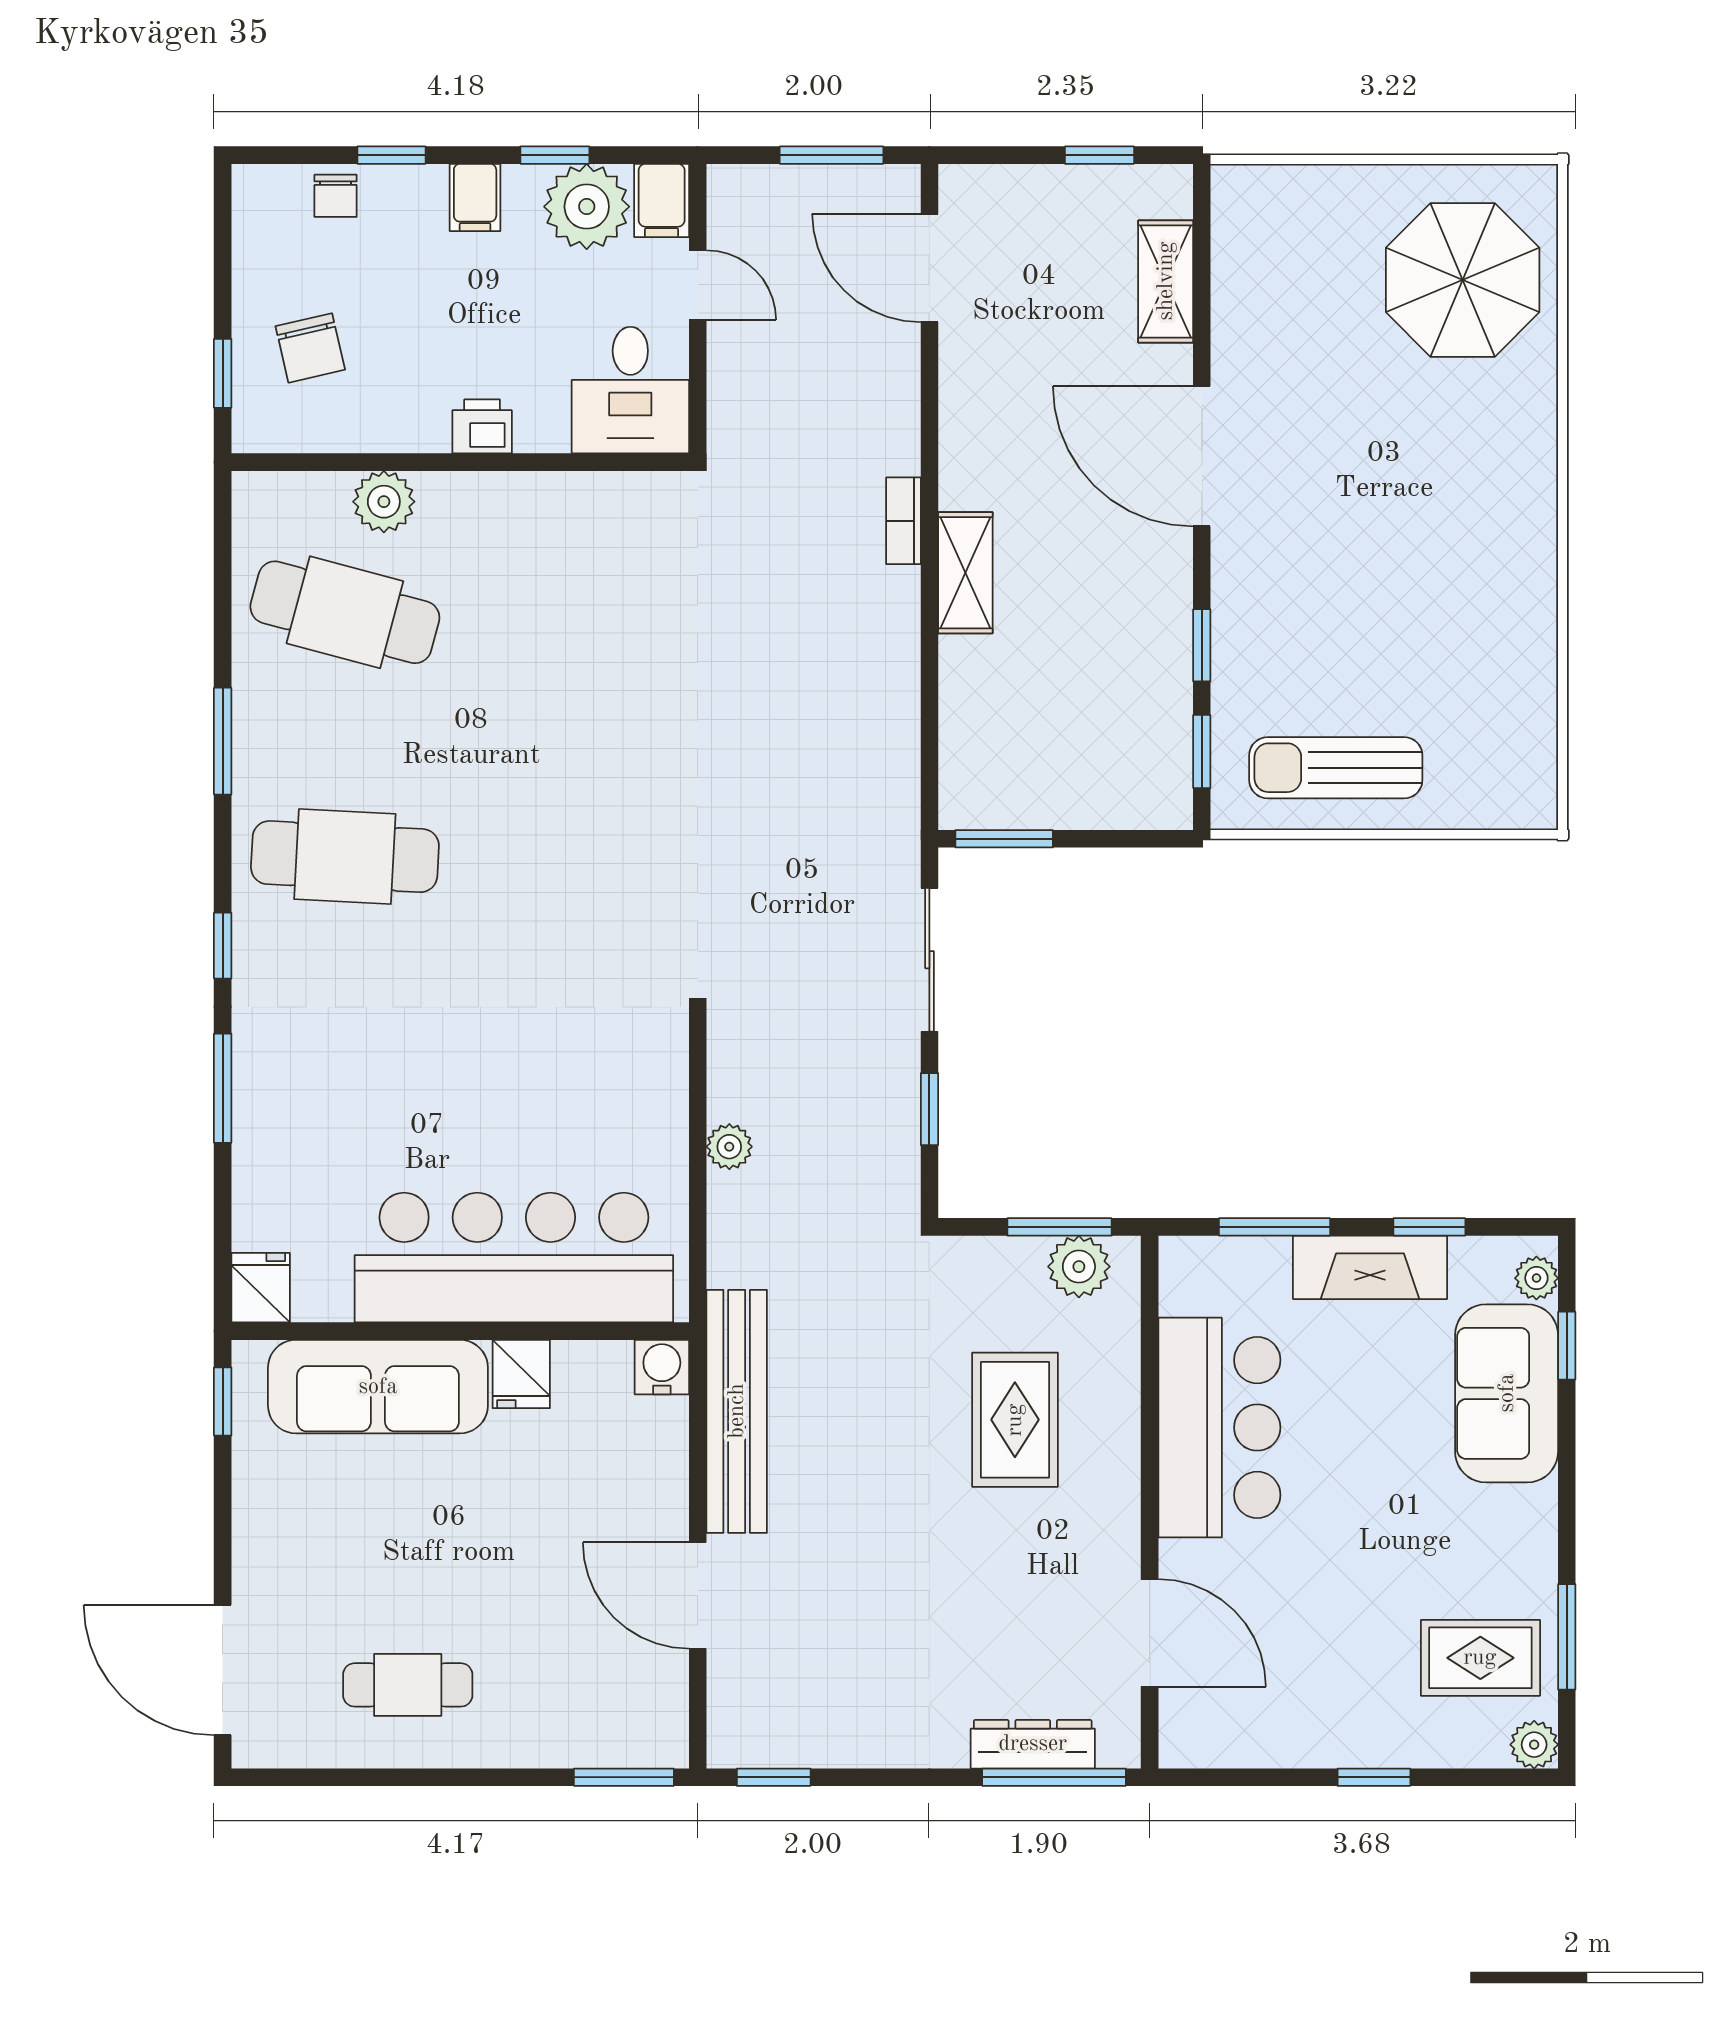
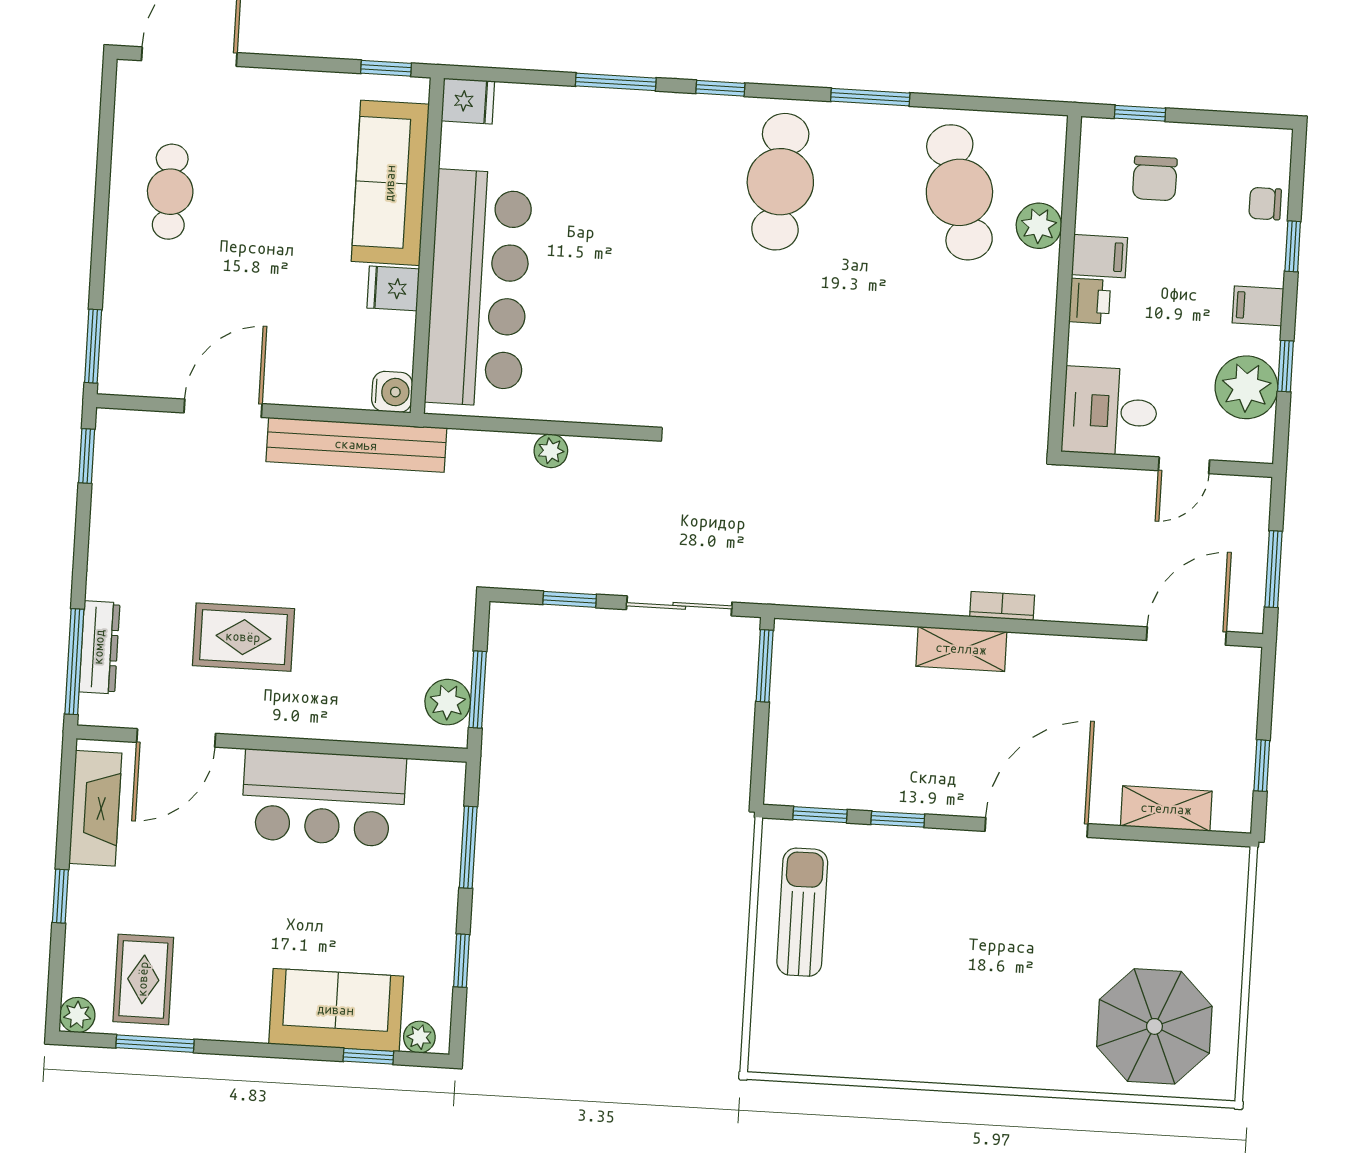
filing cabinet: (662, 200) -> (1099, 256), moved, turned 180
chair: (310, 348) -> (1155, 178), turned -77
cafe table: (345, 612) -> (959, 192), turned -30
fireplace: (1370, 1267) -> (95, 808), moved, turned 180
rug: (1015, 1420) -> (243, 637), moved

